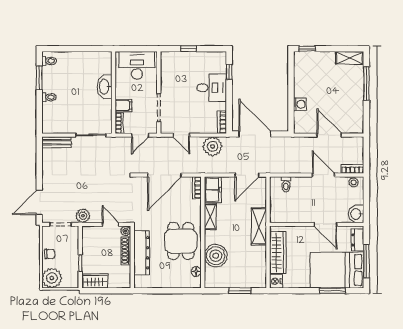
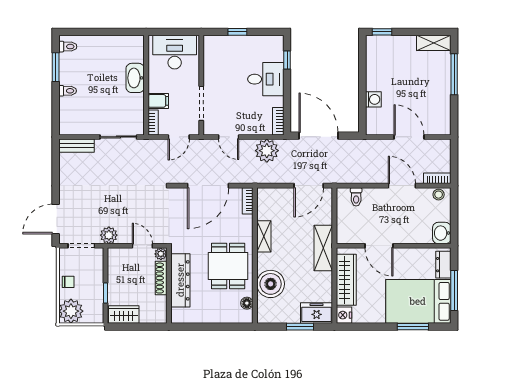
freezer: (213, 190) -> (317, 313), moved, turned -90
door: (325, 224) -> (379, 246), moved

